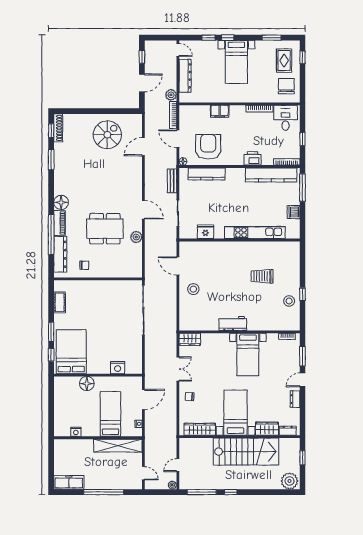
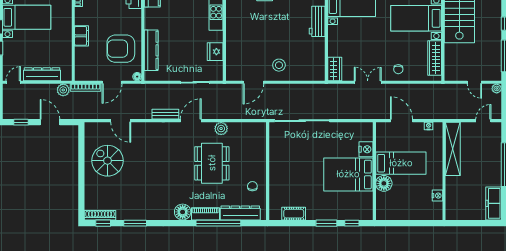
bench: (172, 181) -> (165, 114), moved
bed: (71, 352) -> (348, 174), moved
bed: (110, 414) -> (401, 163), moved, turned 180

